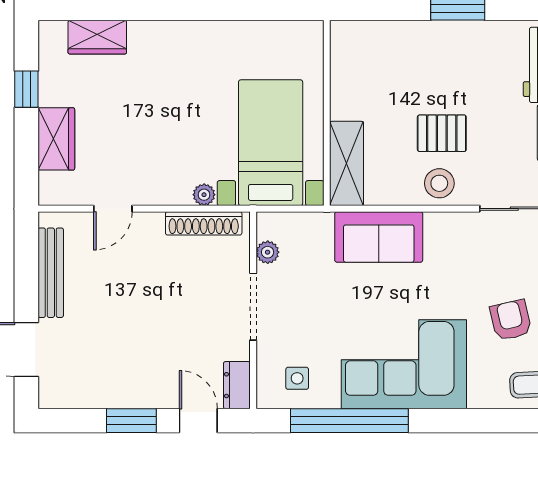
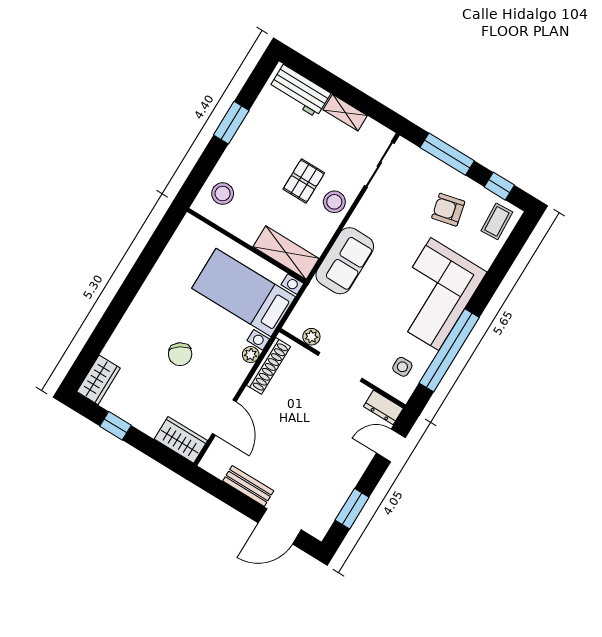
wardrobe: (97, 37) -> (99, 380), moved
stool: (370, 49) -> (223, 194), added
chair: (155, 113) -> (180, 354), added
wardrobe: (56, 139) -> (181, 440), moved
door: (113, 209) -> (224, 417), width x1.38
bench: (51, 273) -> (248, 486), width x0.73
window: (131, 421) -> (352, 509), moved

